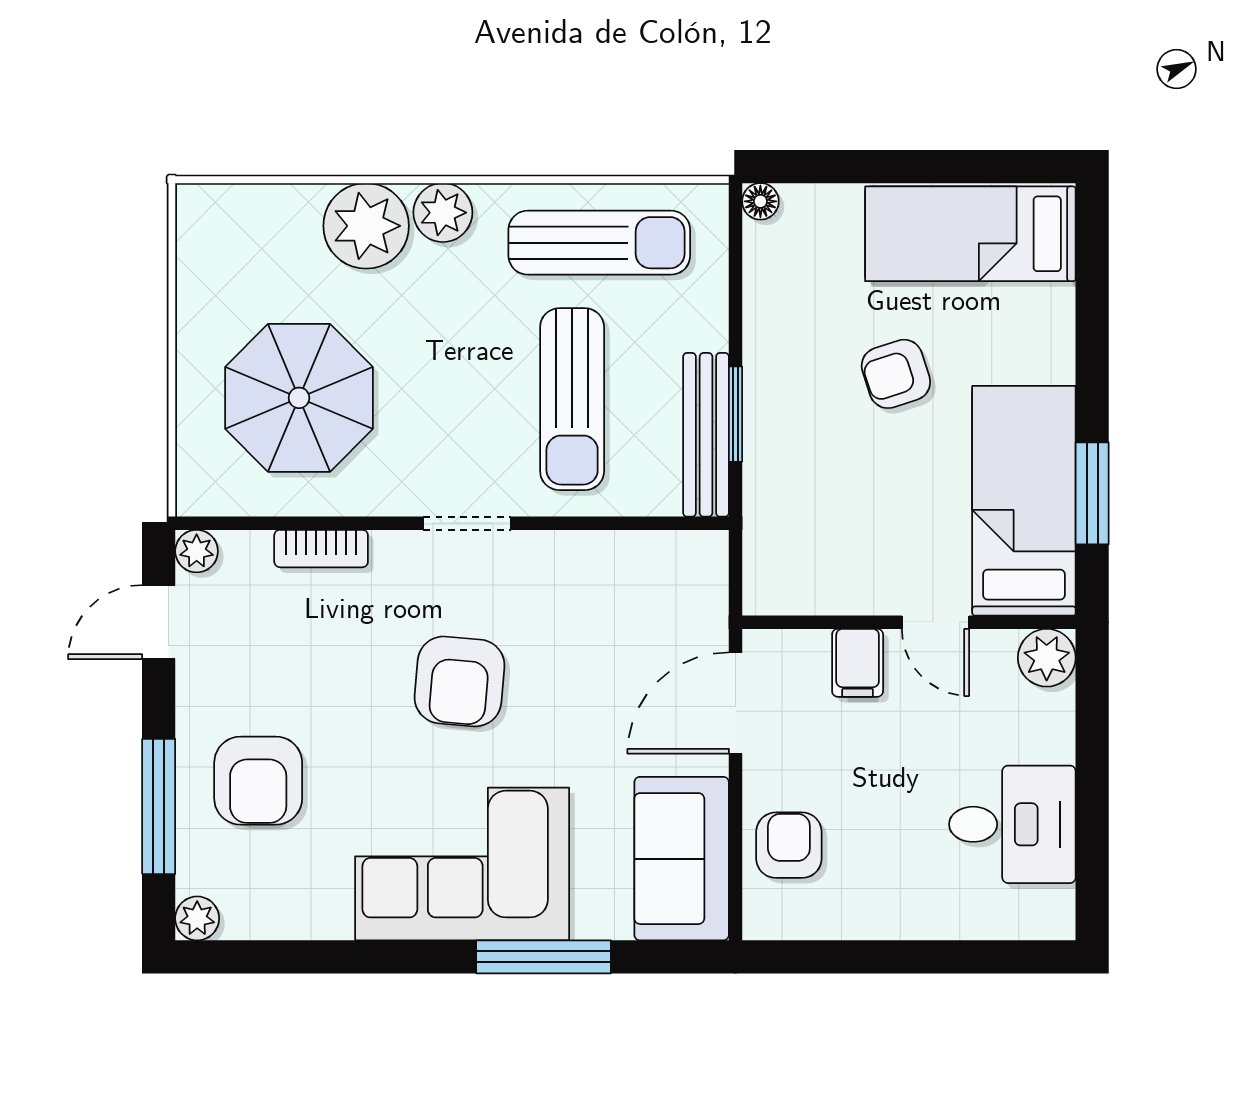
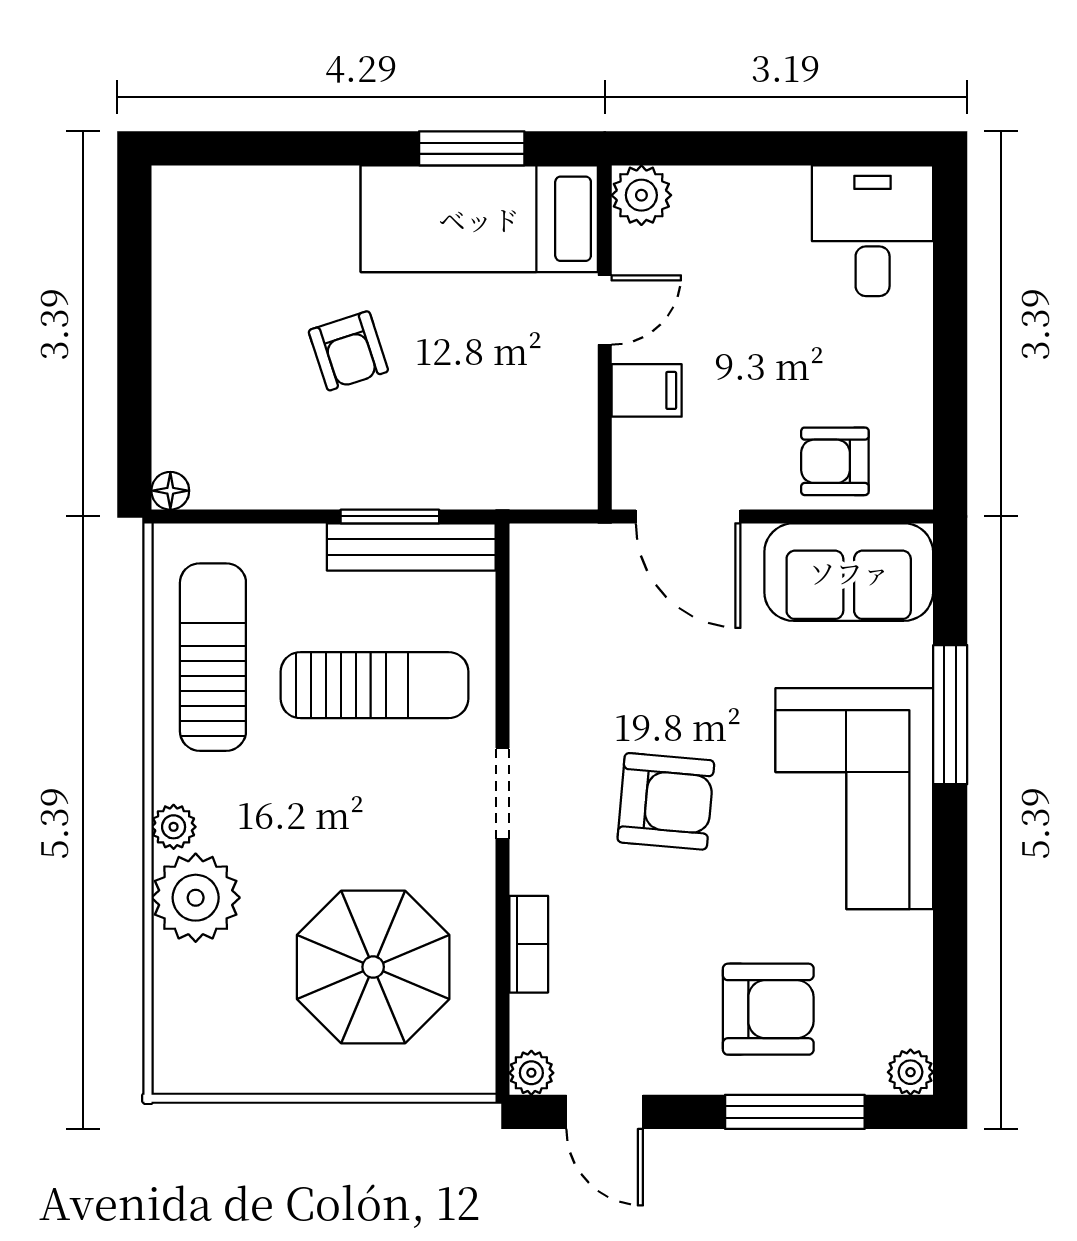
plant: (443, 213) -> (174, 827), width x0.73, depth x0.73
bed: (970, 234) -> (204, 274), removed
desk: (1012, 824) -> (873, 231), moved

